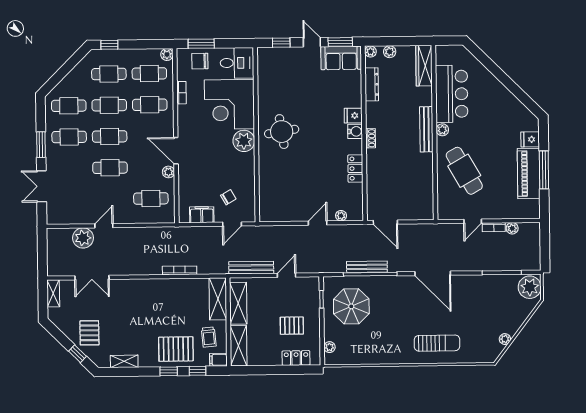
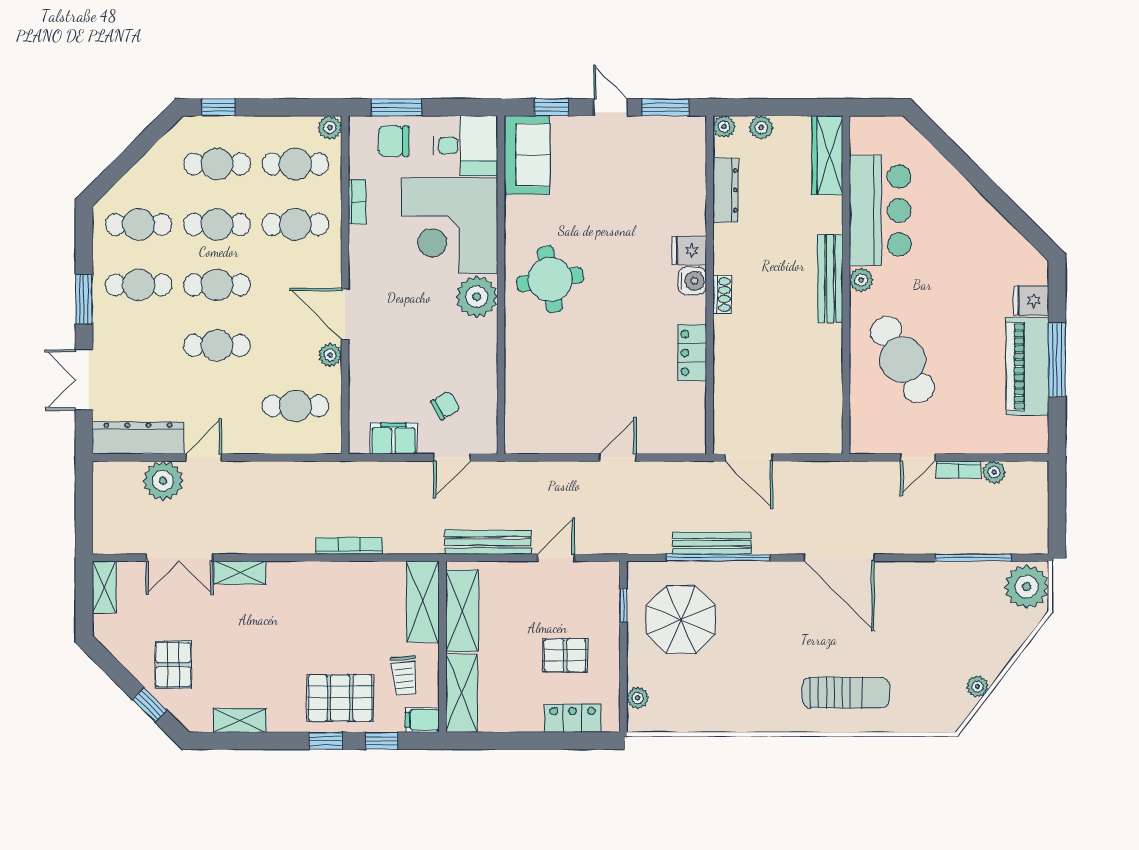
sofa: (341, 58) -> (527, 155), moved, turned -90
dresser: (70, 216) -> (138, 438), added
plant: (341, 216) -> (663, 444), removed
shelving: (123, 285) -> (240, 573), added

